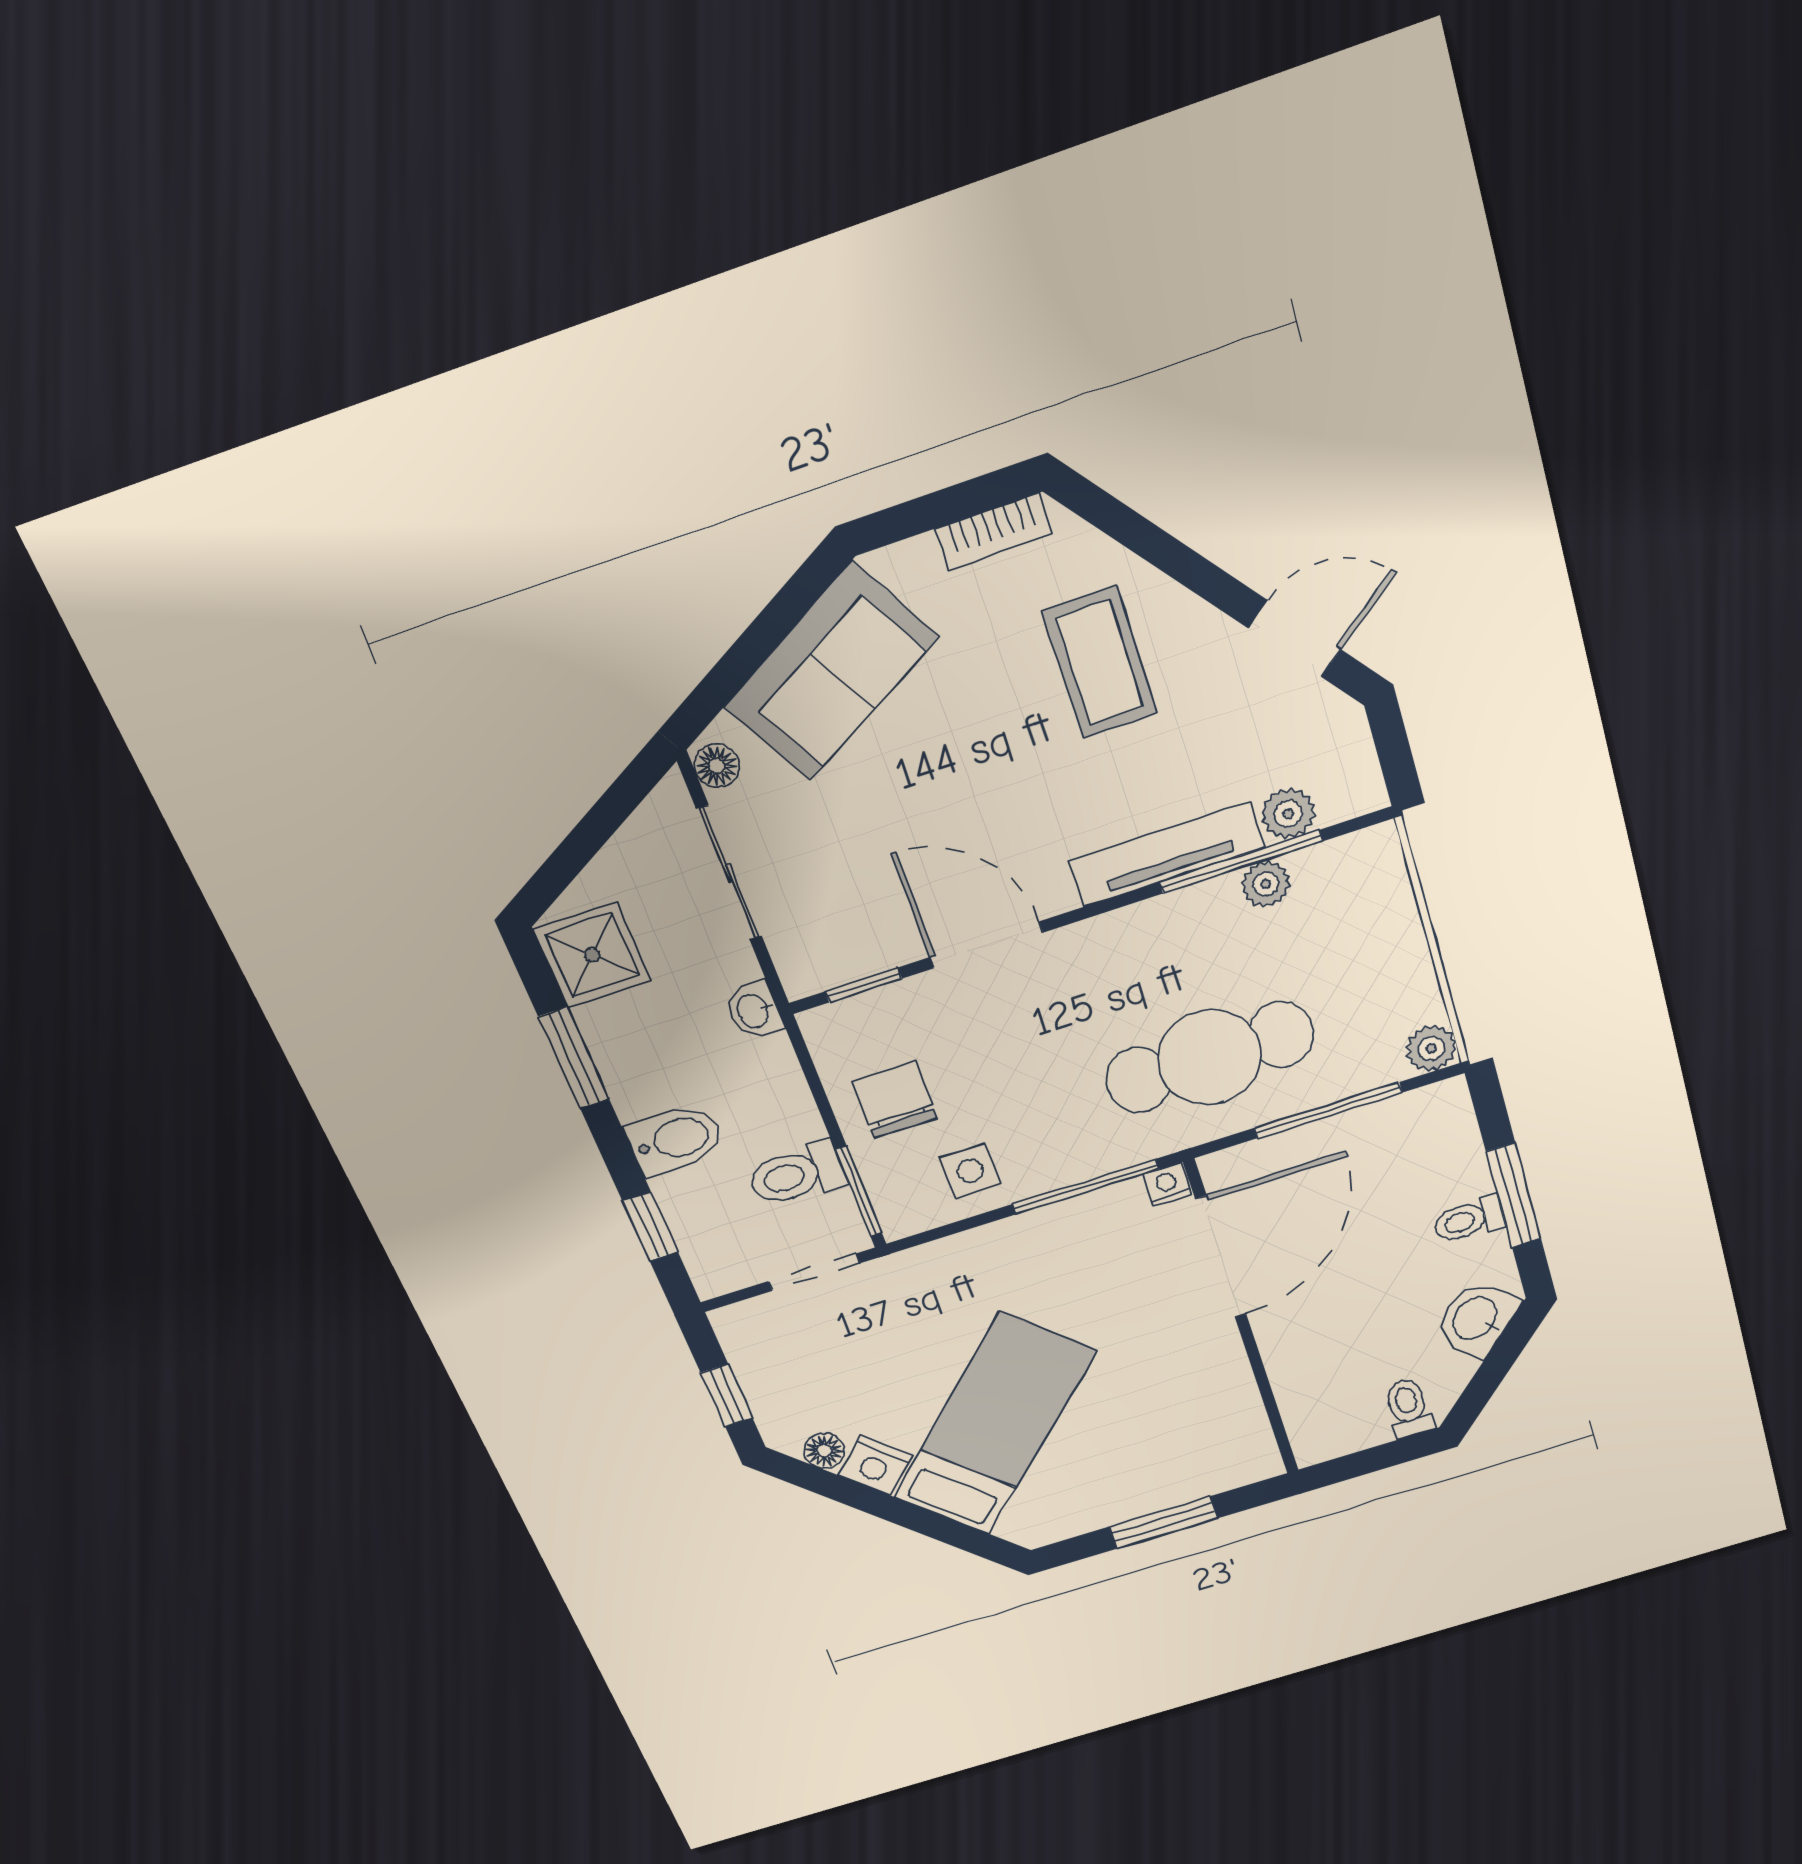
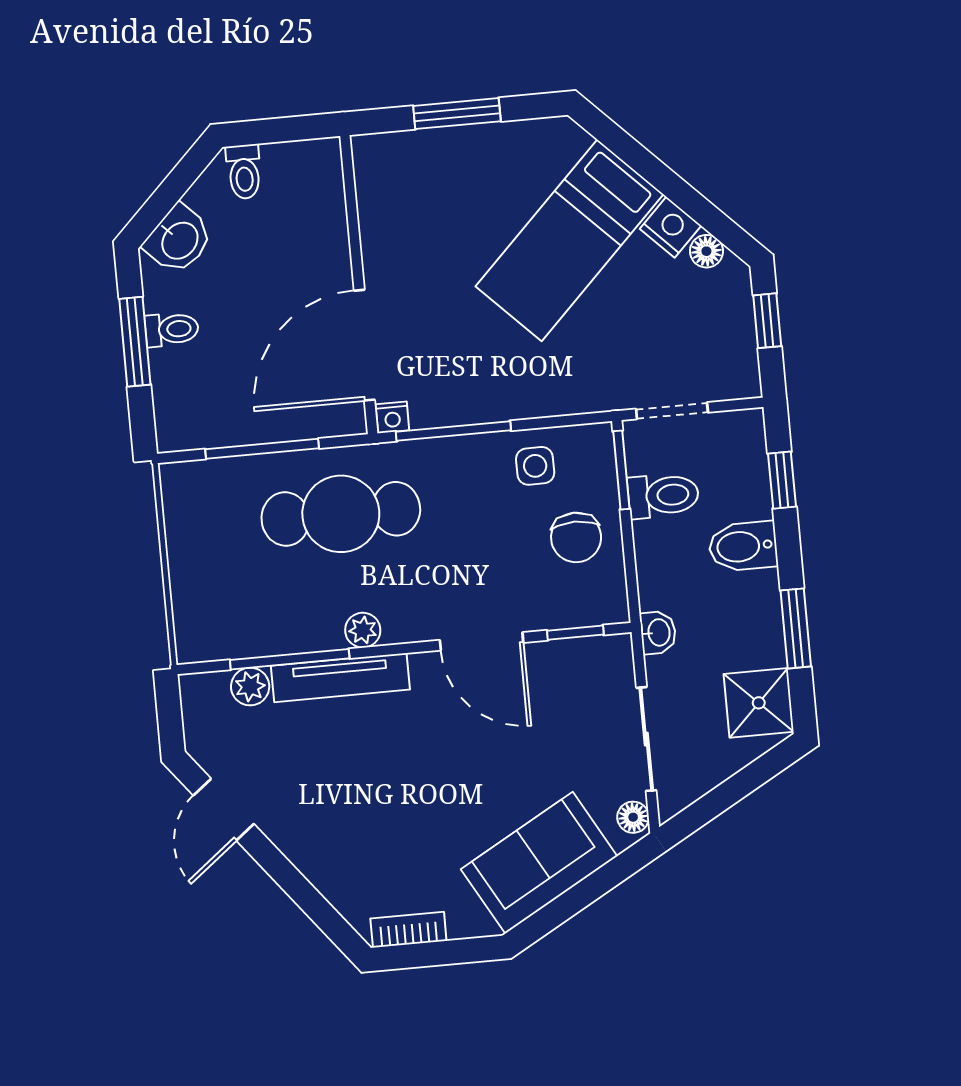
door: (1295, 639) -> (224, 810), hinge flipped
coffee table: (1100, 662) -> (358, 825), removed
plant: (1266, 884) -> (363, 630), moved
plant: (1431, 1048) -> (178, 480), removed

